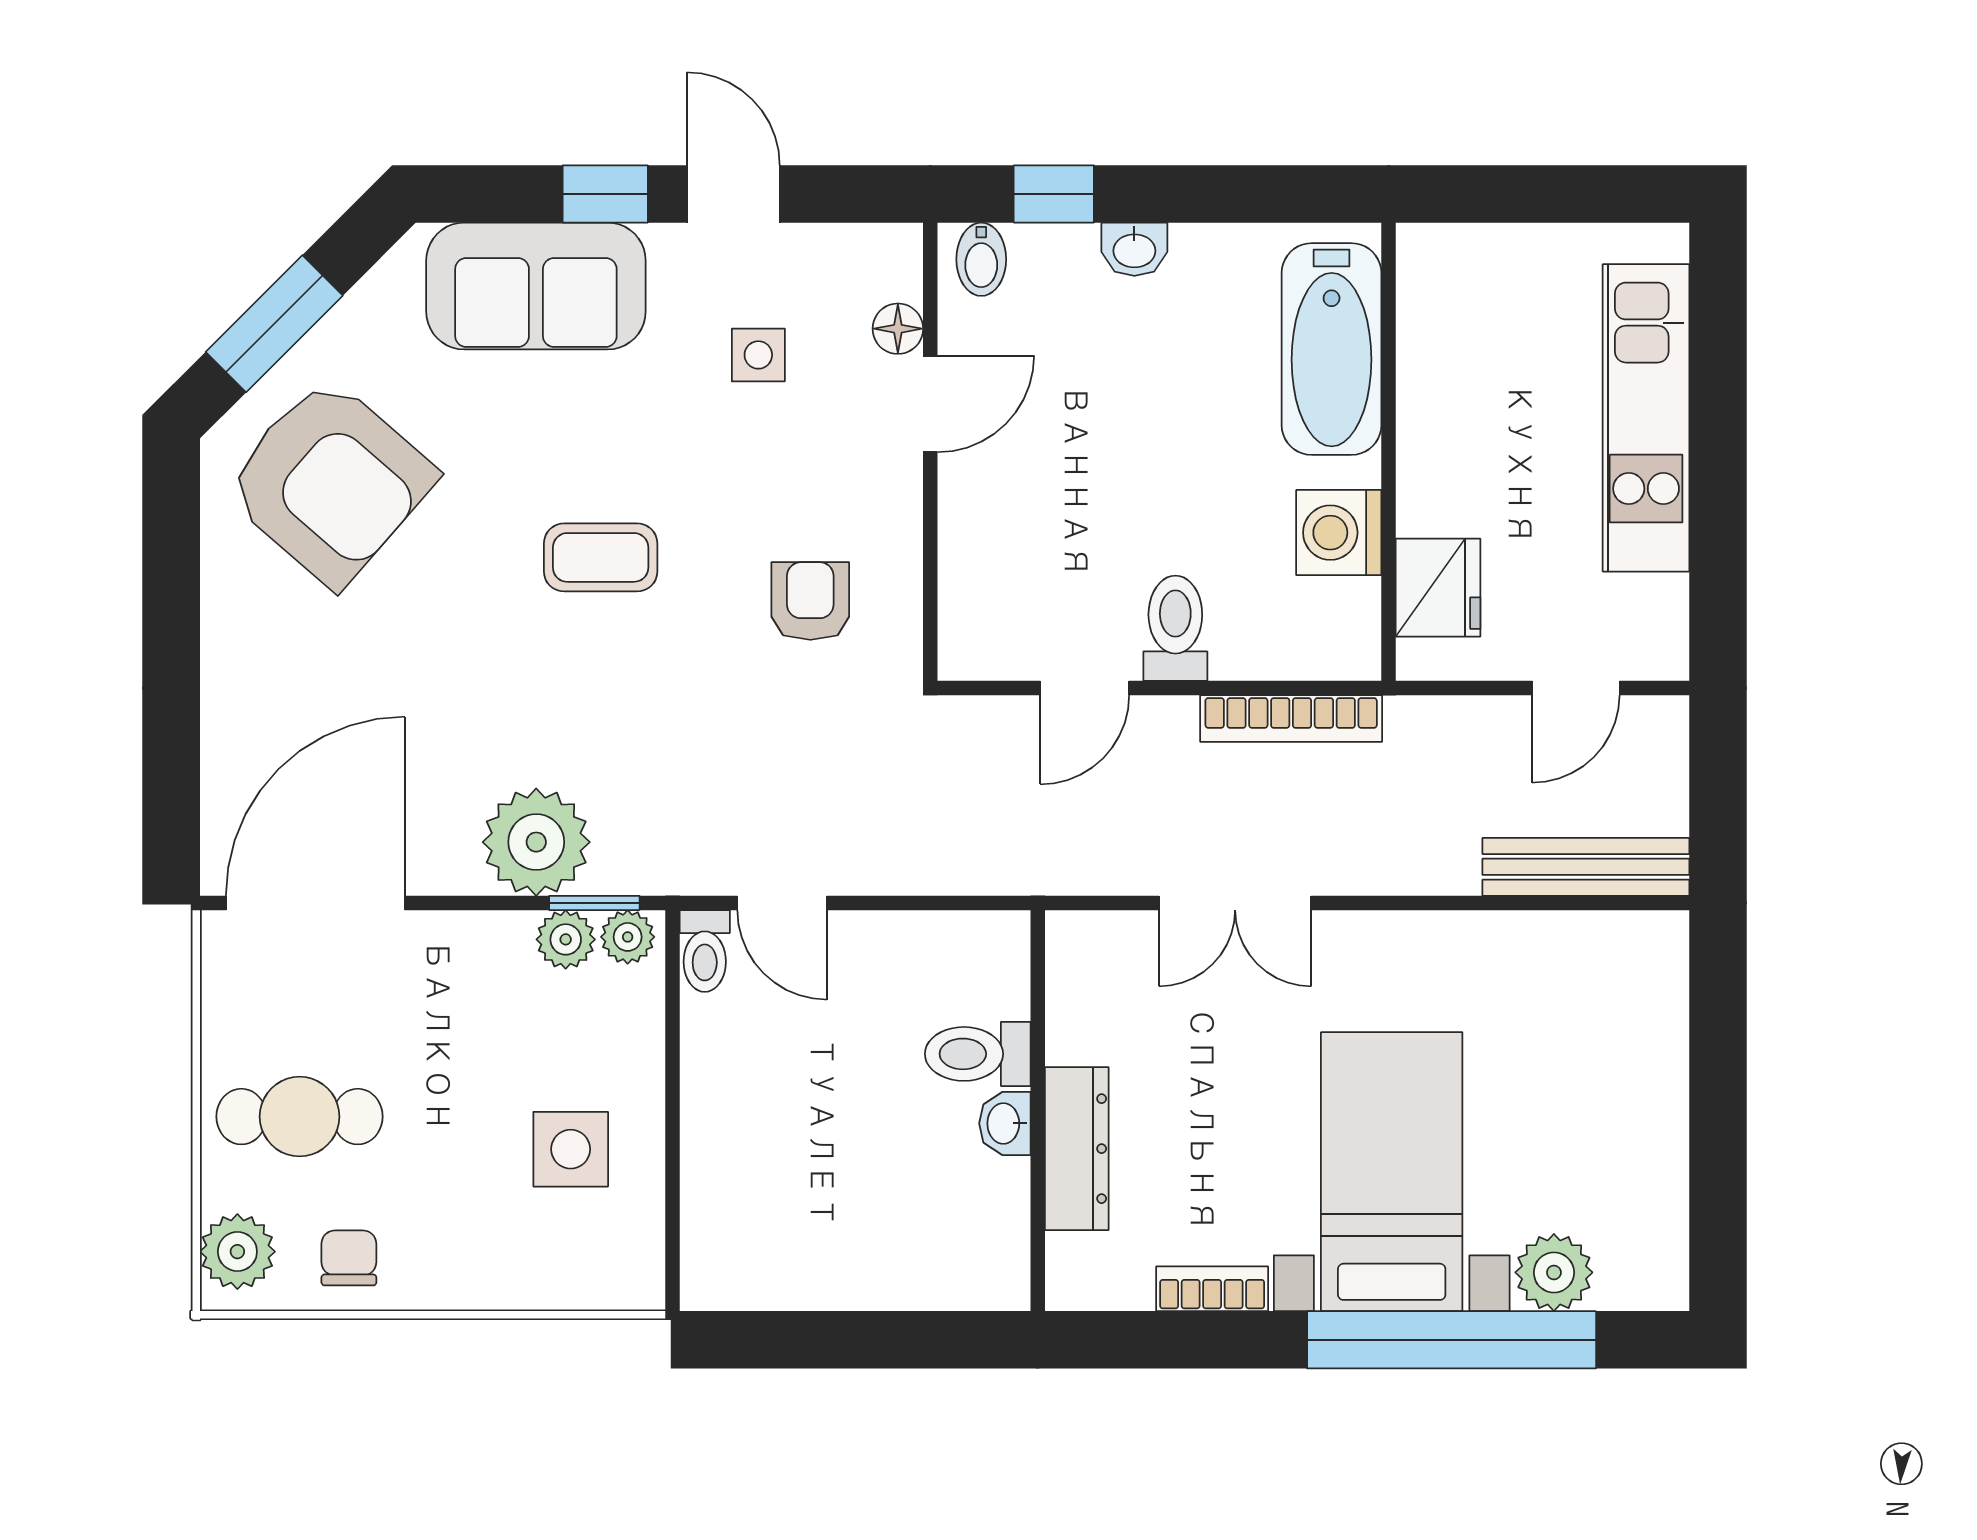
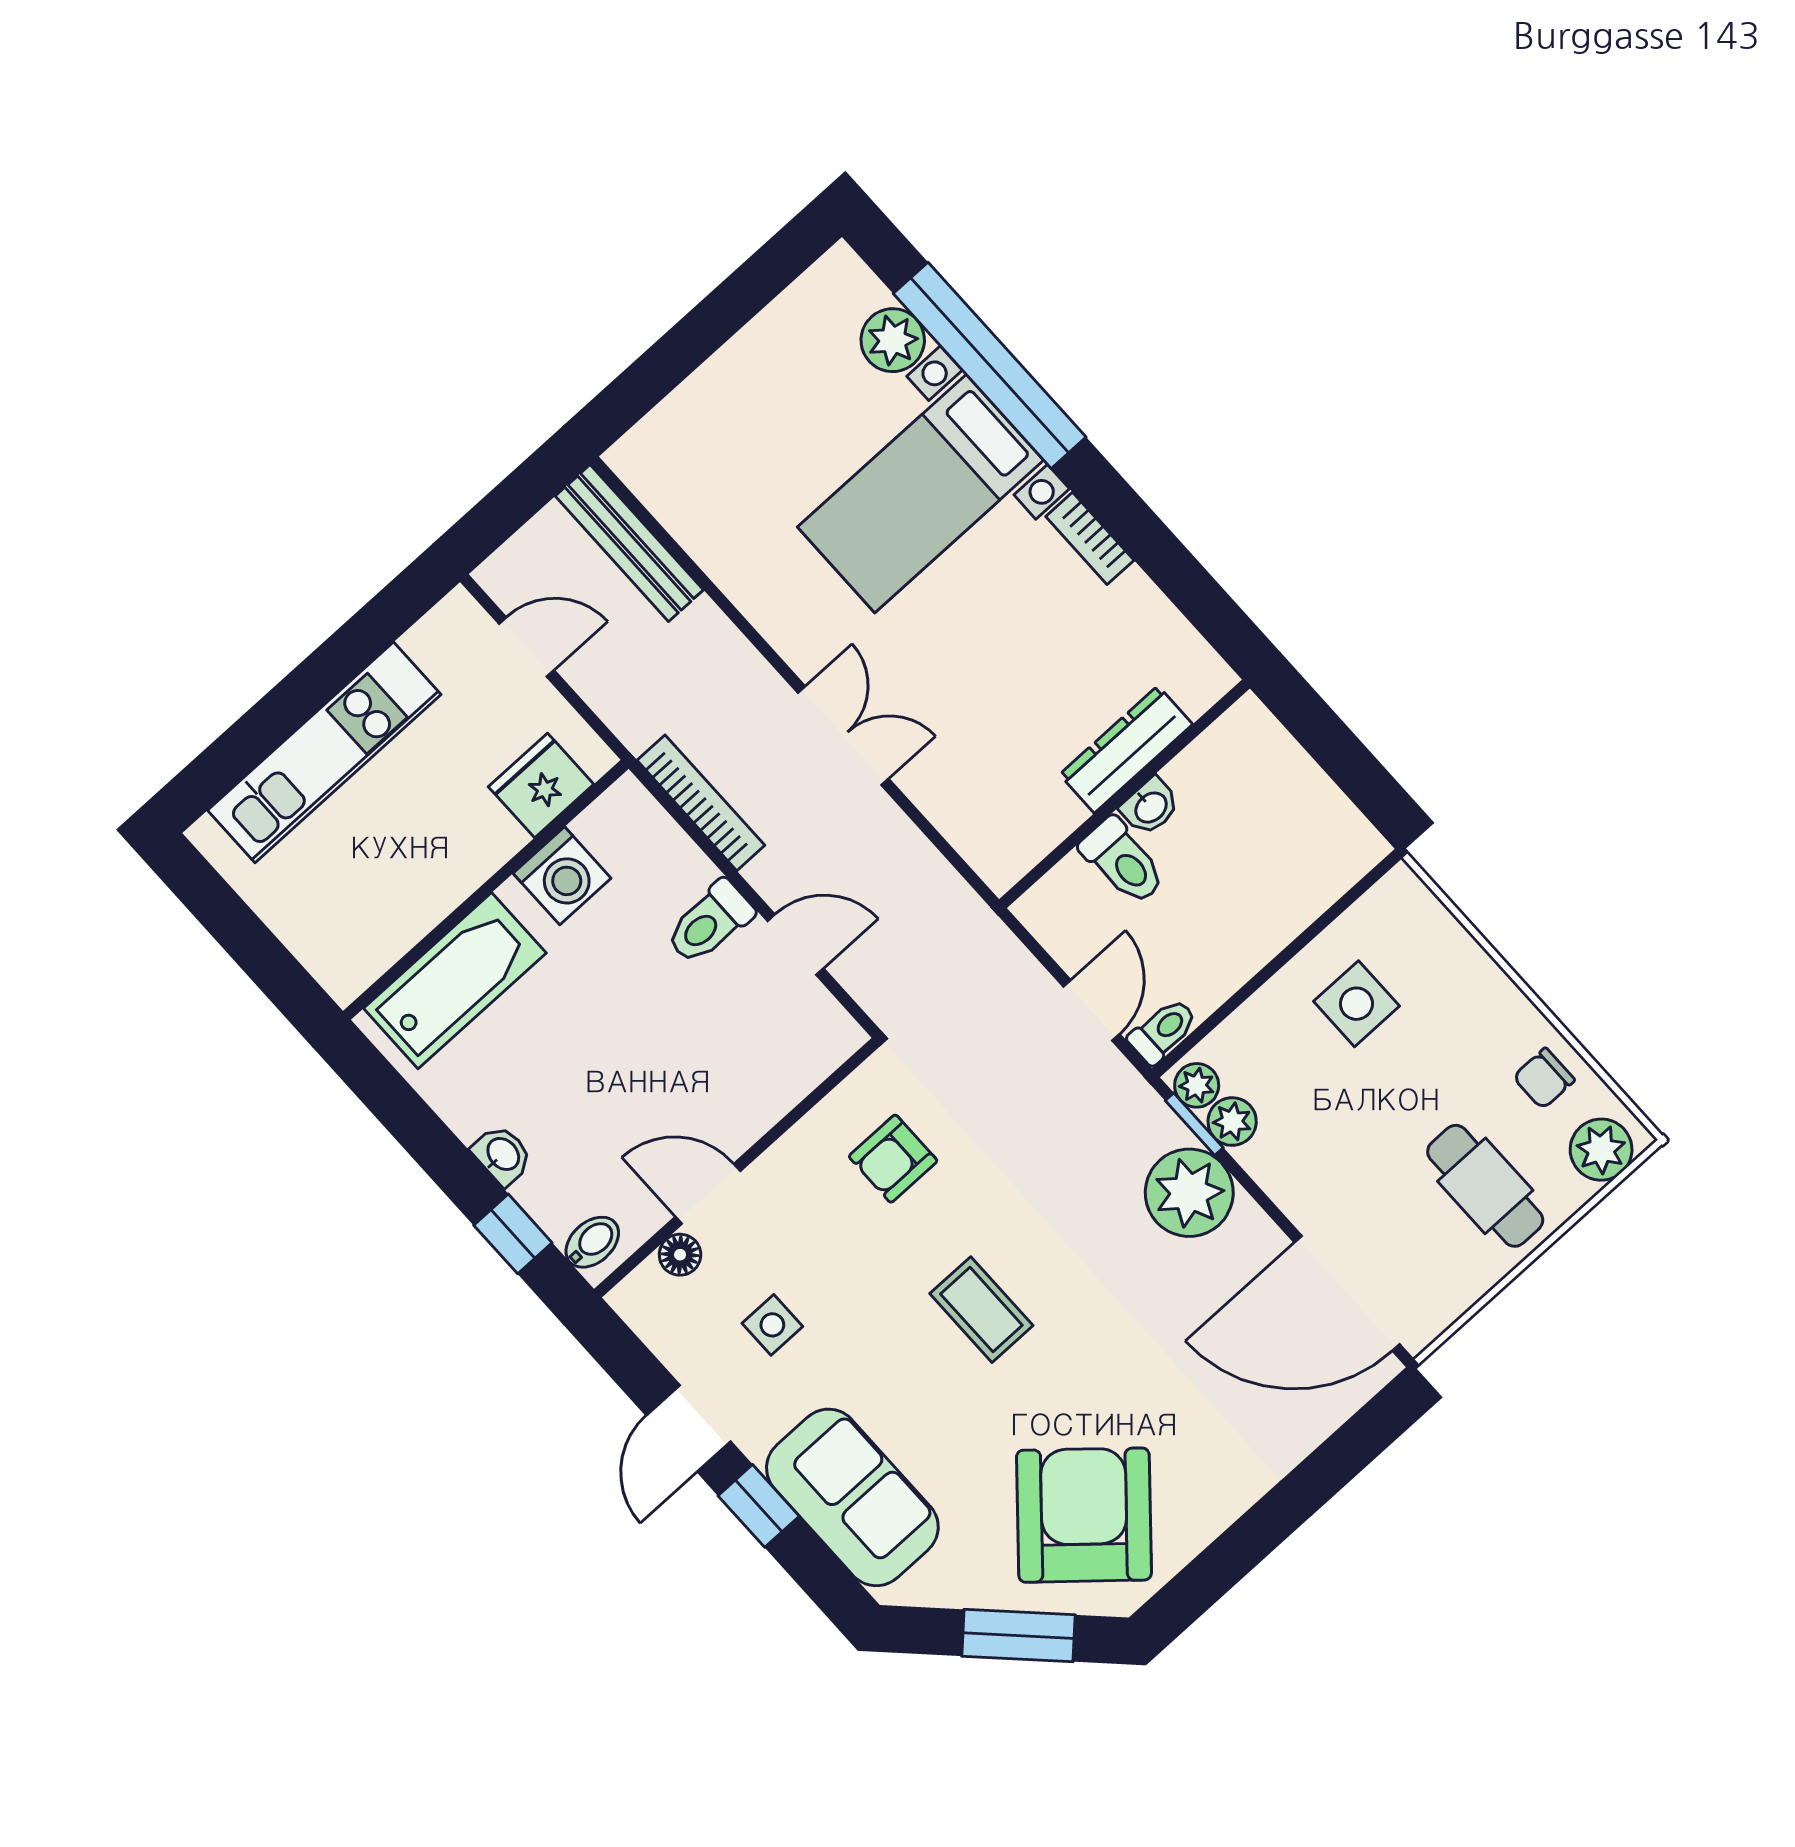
toilet: (978, 1054) -> (1123, 861), moved
wall: (1038, 1111) -> (1124, 794), moved
washbasin: (1005, 1123) -> (1150, 807), moved
dresser: (1077, 1149) -> (1126, 749), moved

